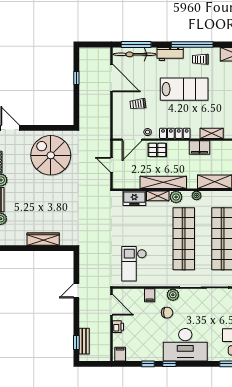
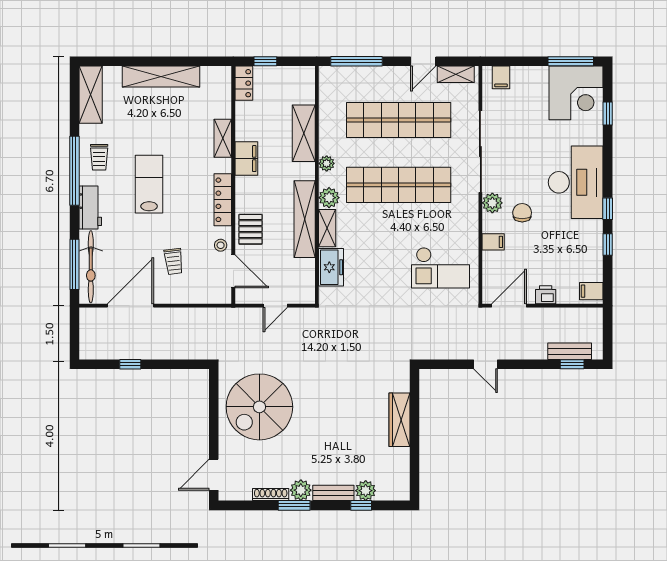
lab bench: (184, 89) -> (149, 184), width x0.73, depth x0.72

